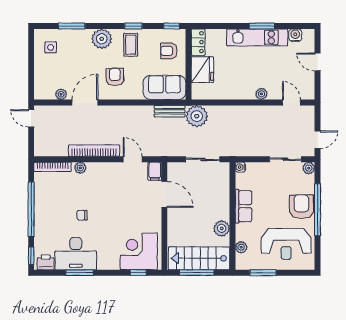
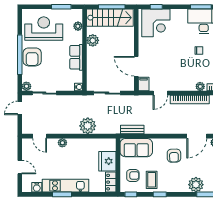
plant: (102, 39) -> (196, 185), moved
coffee table: (131, 45) -> (152, 180), moved
plant: (197, 116) -> (88, 126), moved
door: (133, 159) -> (160, 93), hinge flipped

